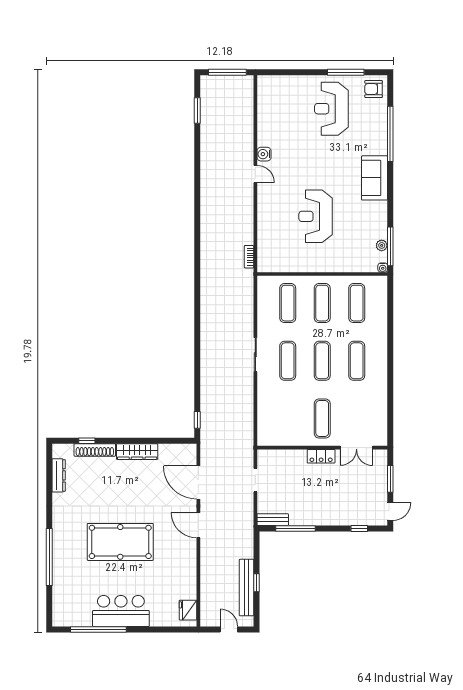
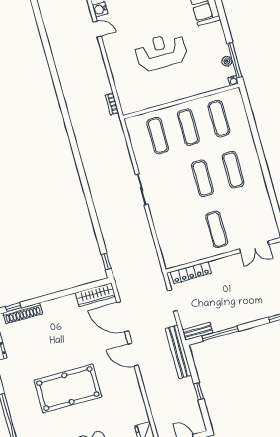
reception desk: (316, 216) -> (161, 52), turned 90
exercise mat: (288, 361) -> (172, 187), removed
wardrobe: (137, 452) -> (95, 295), moved
locker: (321, 456) -> (191, 273), moved, width x1.53
bench: (247, 588) -> (178, 352), moved

